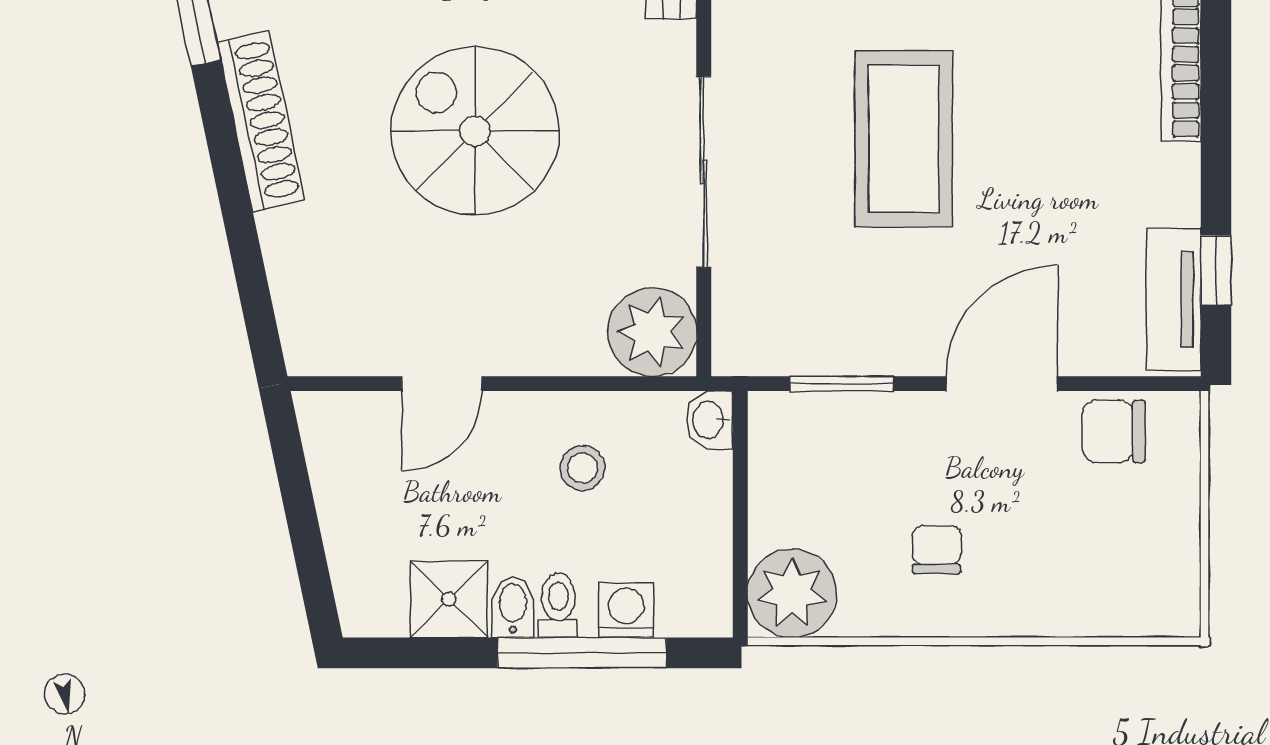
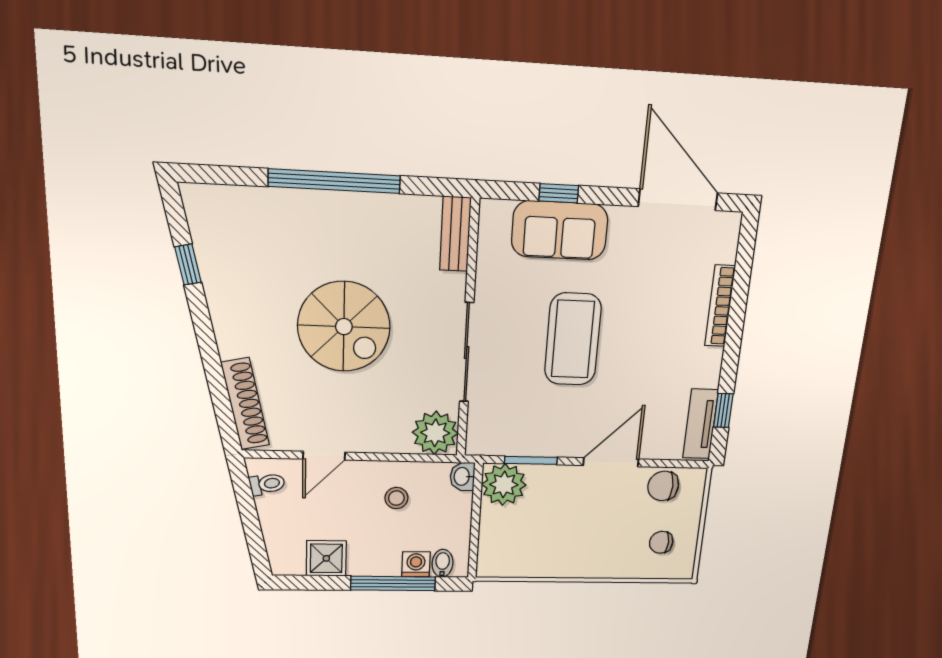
shoe rack: (261, 121) -> (245, 404), moved
spiral stairs: (475, 131) -> (344, 327), turned 180
chair: (937, 550) -> (661, 542), moved, turned -90
plant: (792, 593) -> (504, 485), moved
toilet: (558, 605) -> (267, 484), moved, turned 78
bidet: (513, 607) -> (443, 563), moved

